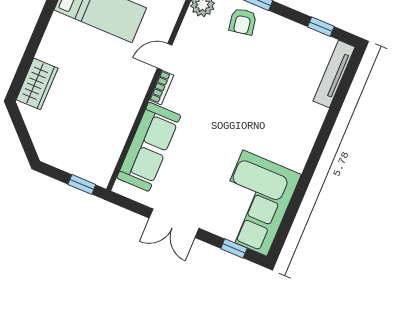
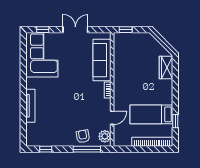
door: (165, 57) -> (112, 118), moved
tv unit: (334, 74) -> (30, 106), moved

